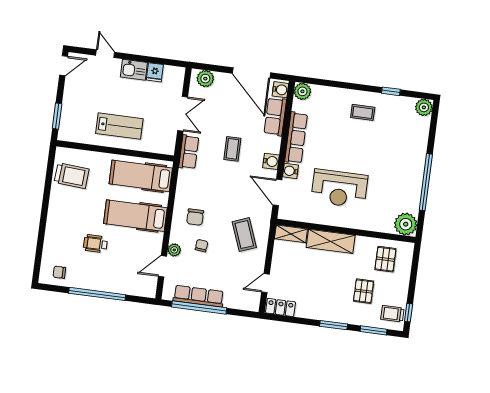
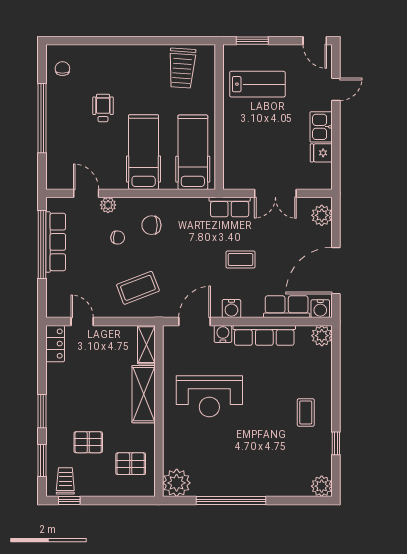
lab bench: (119, 126) -> (257, 84), moved, turned -90
reception desk: (339, 189) -> (209, 396), turned -90

